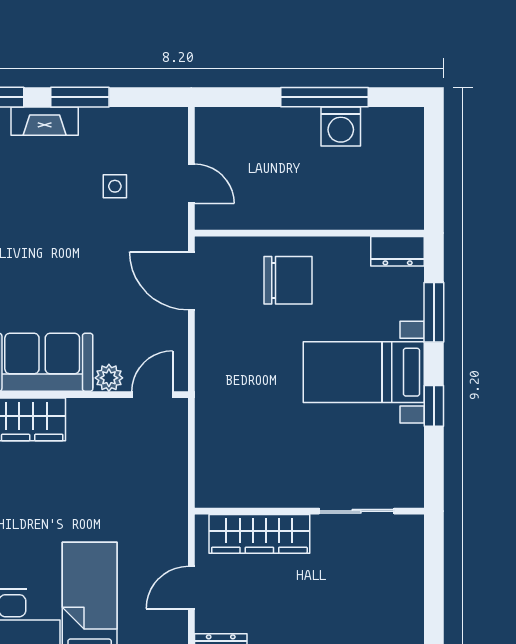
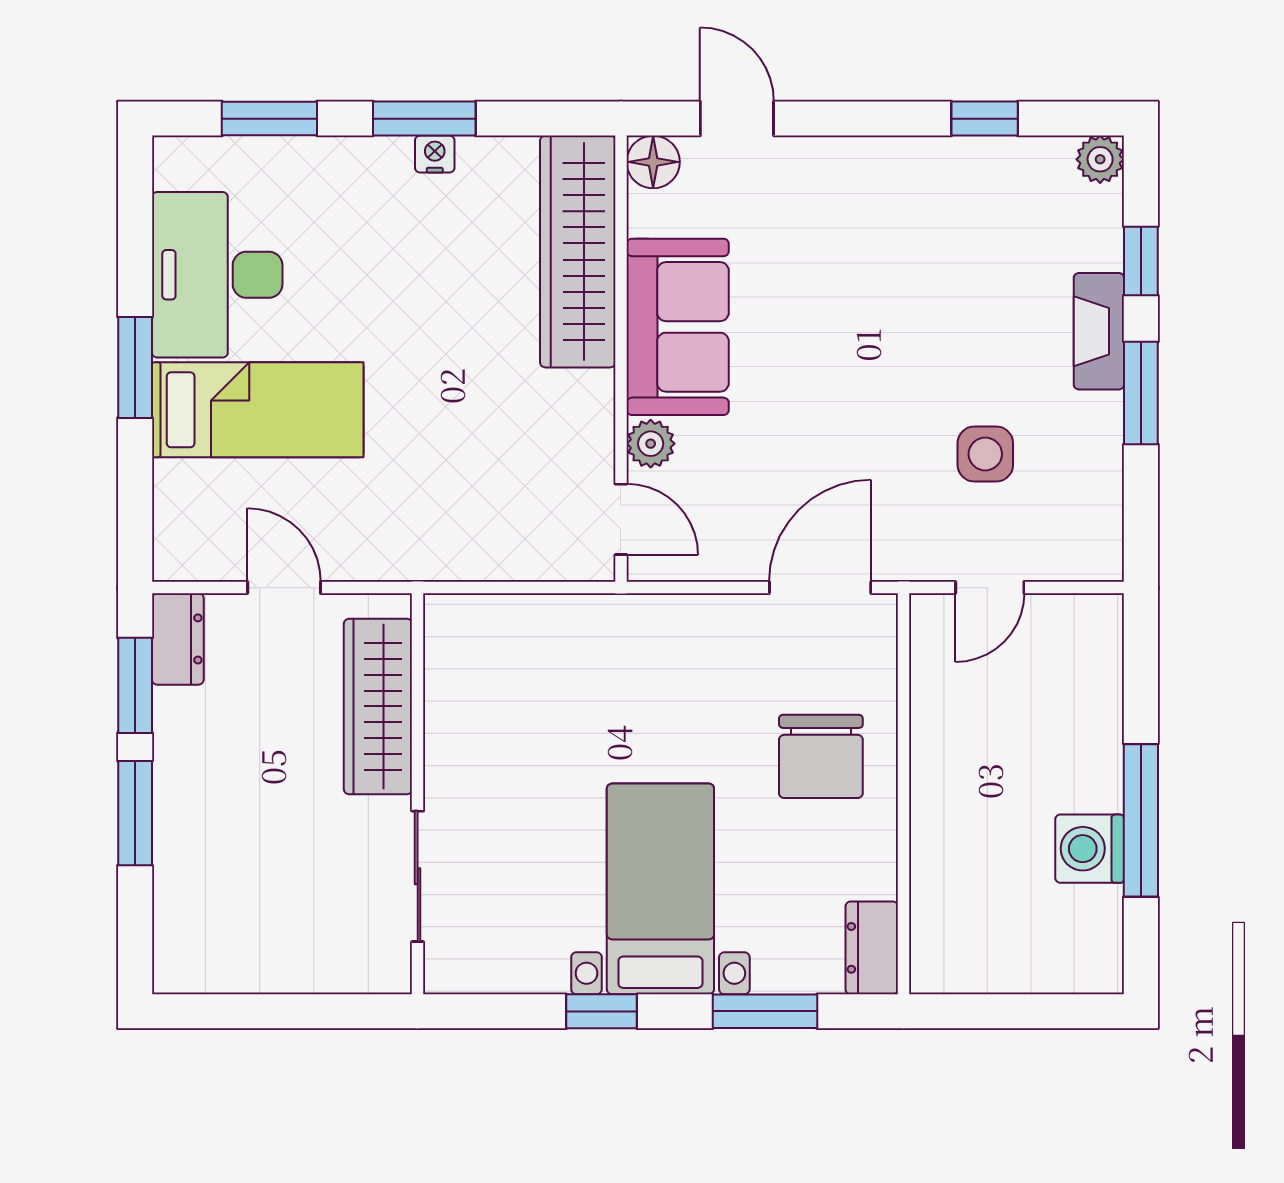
side table: (115, 186) -> (985, 454), width x1.37, depth x1.37

